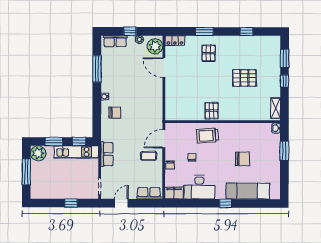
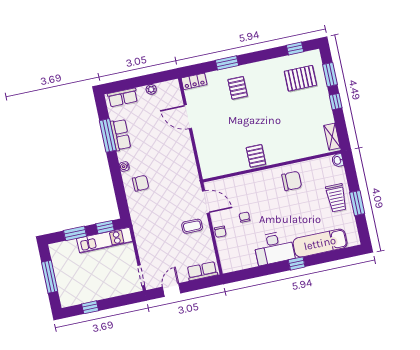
window: (130, 31) -> (138, 82), removed
window: (247, 31) -> (295, 48), moved
plant: (155, 46) -> (172, 93), removed
pallet: (244, 78) -> (300, 78), moved
trolley: (208, 136) -> (336, 198), moved, turned -85
door: (164, 139) -> (206, 202), swing flipped
window: (284, 151) -> (357, 203), moved
plant: (38, 153) -> (59, 252), removed
row of seats: (107, 154) -> (120, 135), moved
chair: (243, 159) -> (292, 181), moved
desk: (199, 187) -> (274, 248), moved
filing cabinet: (174, 193) -> (232, 264), removed
window: (71, 203) -> (90, 307), moved

